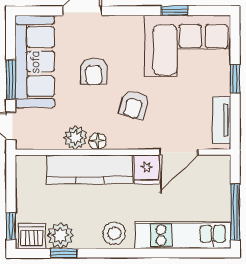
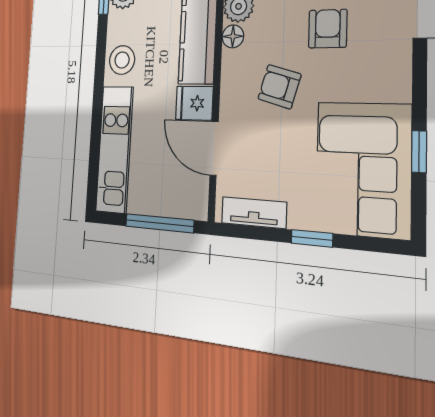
armchair: (94, 71) -> (328, 29), turned 90
window: (235, 212) -> (159, 223), moved

